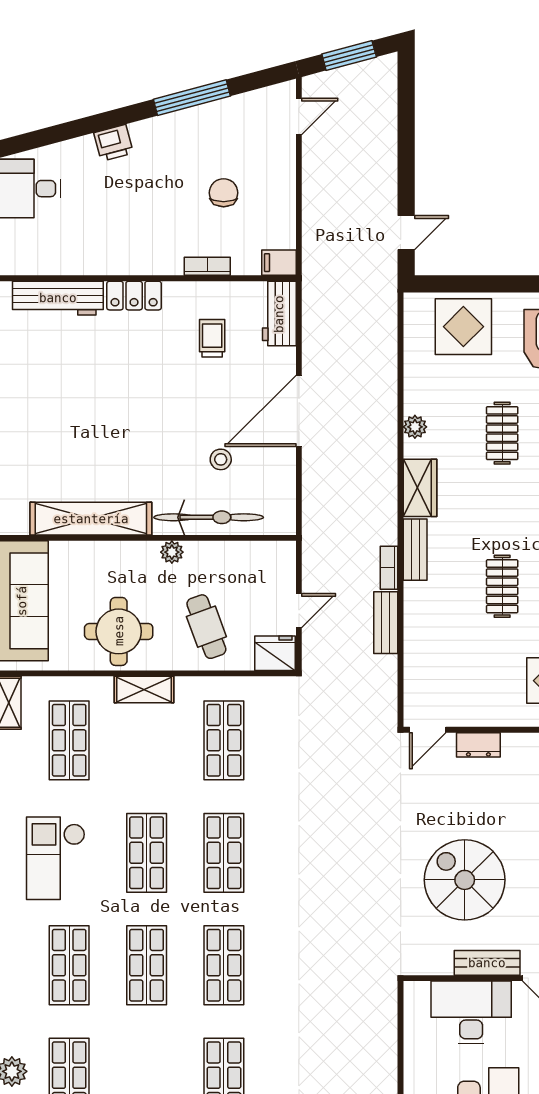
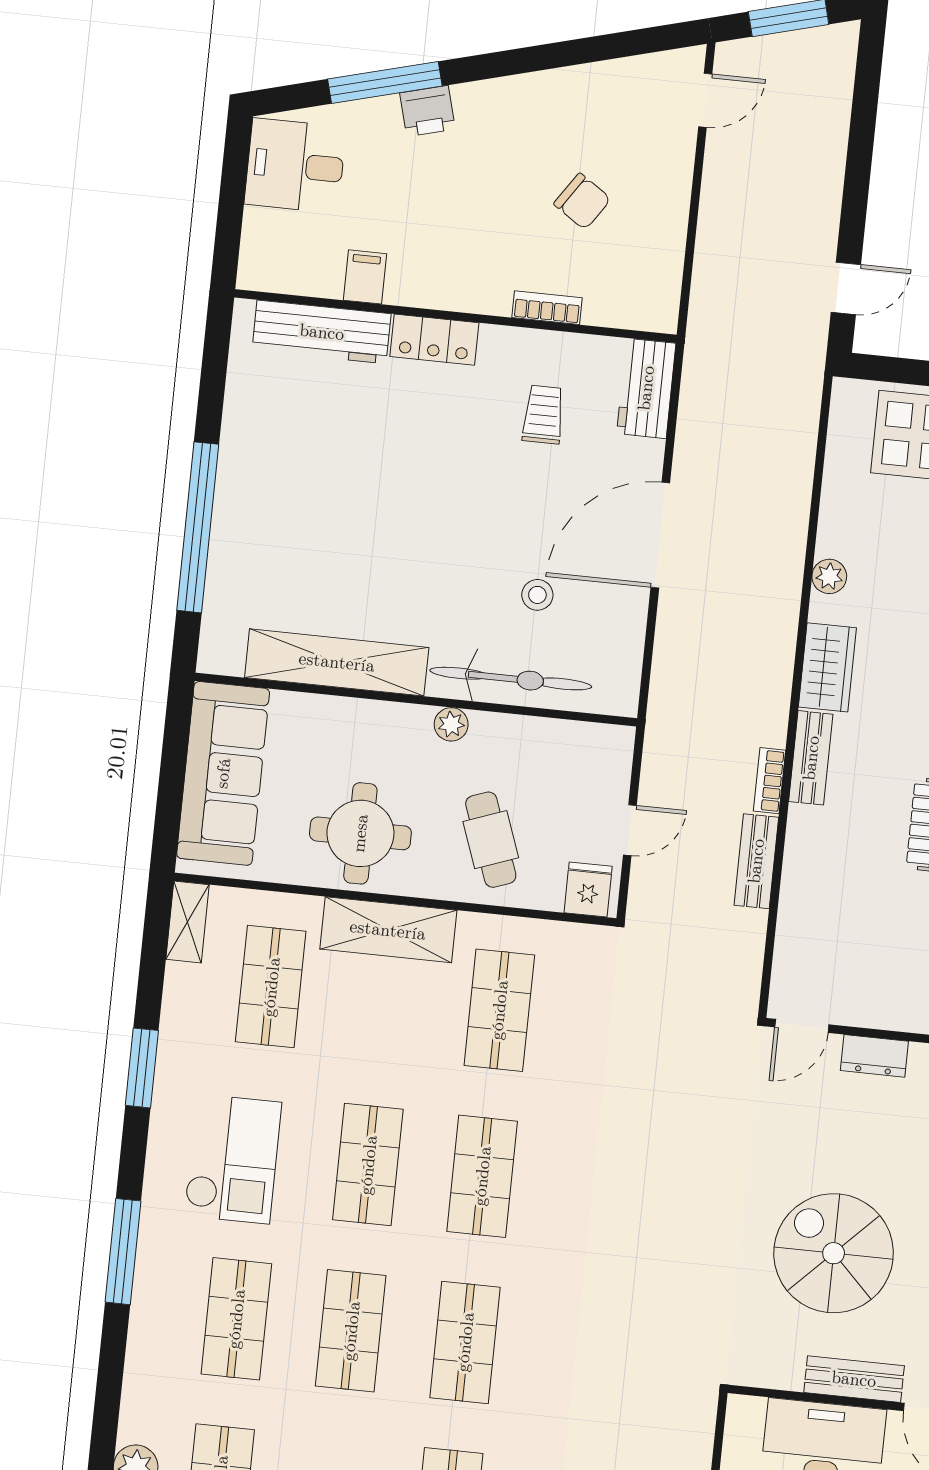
window: (192, 98) -> (385, 82), moved
chair: (224, 193) -> (582, 201), turned 124
filing cabinet: (279, 263) -> (365, 277), moved, turned 90
fridge: (275, 653) -> (588, 890), width x0.72
shelving: (144, 690) -> (388, 930), width x1.50, depth x1.33
checkout: (56, 858) -> (233, 1159), turned 180

